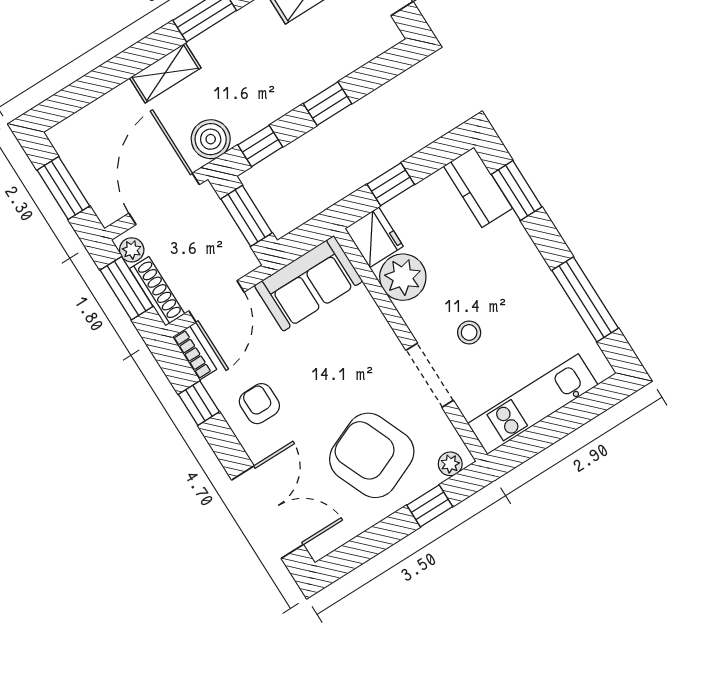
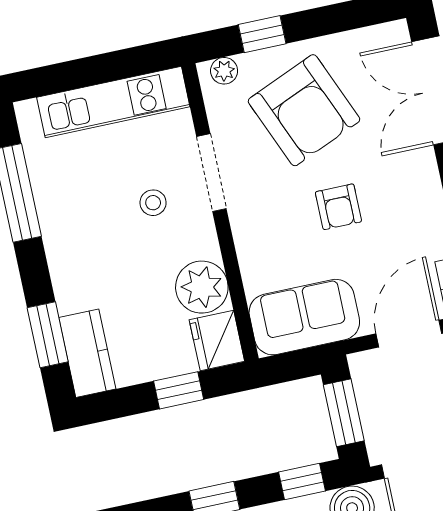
armchair: (259, 404) -> (338, 207), moved

